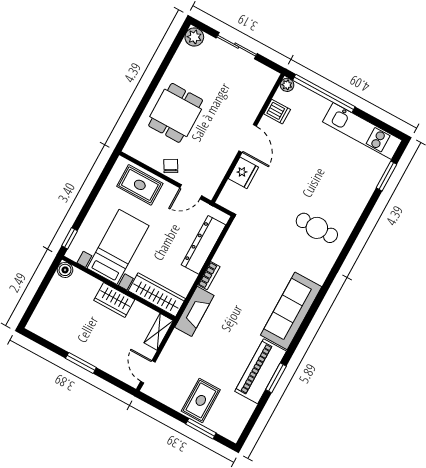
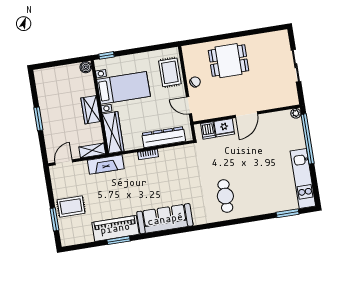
plant: (194, 37) -> (282, 37), removed
dishwasher: (277, 112) -> (208, 130), moved
fireplace: (194, 311) -> (106, 164), moved

